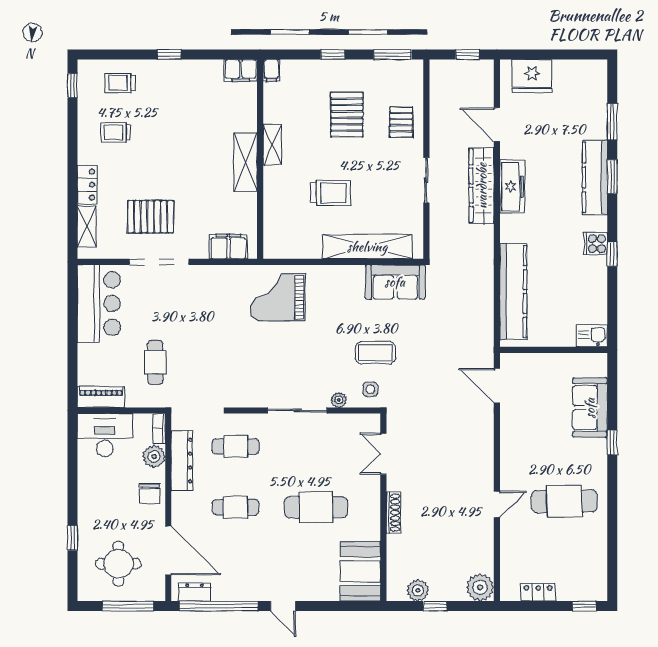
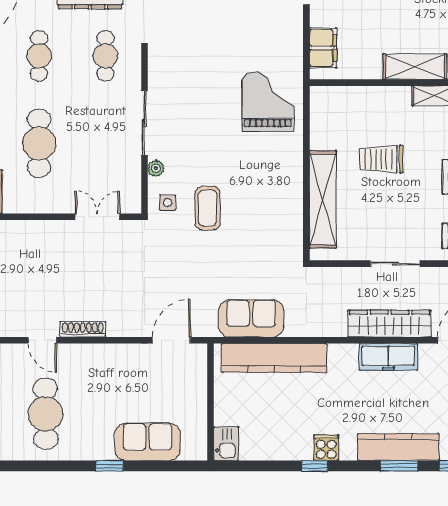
trolley: (331, 193) -> (381, 159), turned 90
sofa: (395, 282) -> (251, 318), moved, turned 90
shoe rack: (393, 513) -> (83, 329), moved, turned 180

